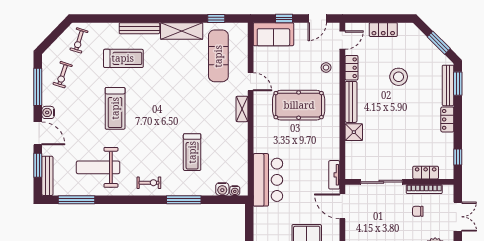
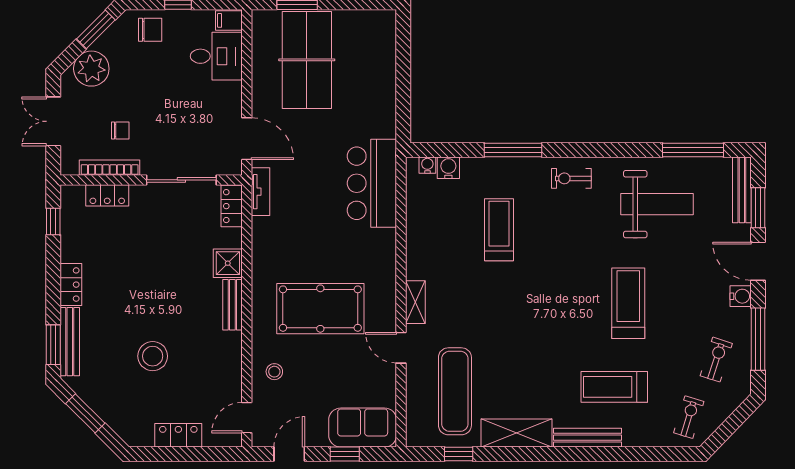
locker: (352, 68) -> (232, 206), moved
bench: (351, 102) -> (232, 305), width x0.73

